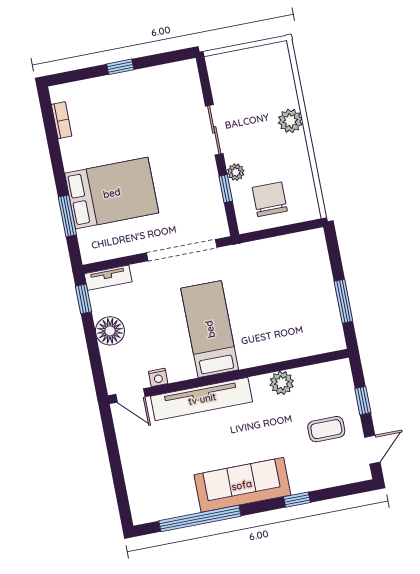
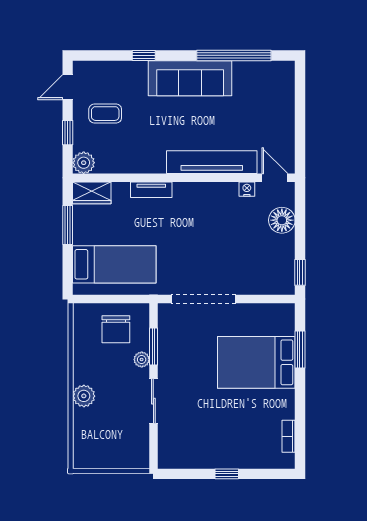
window: (226, 189) -> (153, 346), width x1.50
tv unit: (108, 278) -> (151, 190), moved, turned 180
bed: (210, 329) -> (114, 264), moved, turned -90
floor lamp: (110, 331) -> (282, 220), moved
wardrobe: (324, 341) -> (92, 193), added
plant: (282, 383) -> (84, 163), moved

